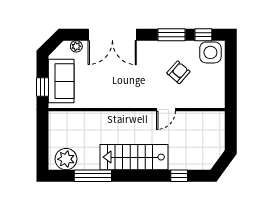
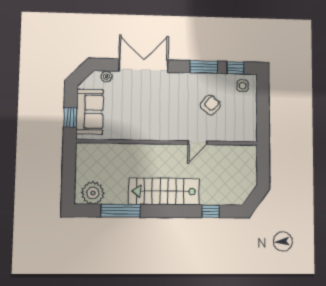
double door: (112, 35) -> (144, 66), swing flipped
side table: (210, 52) -> (243, 86), width x0.54, depth x0.54

